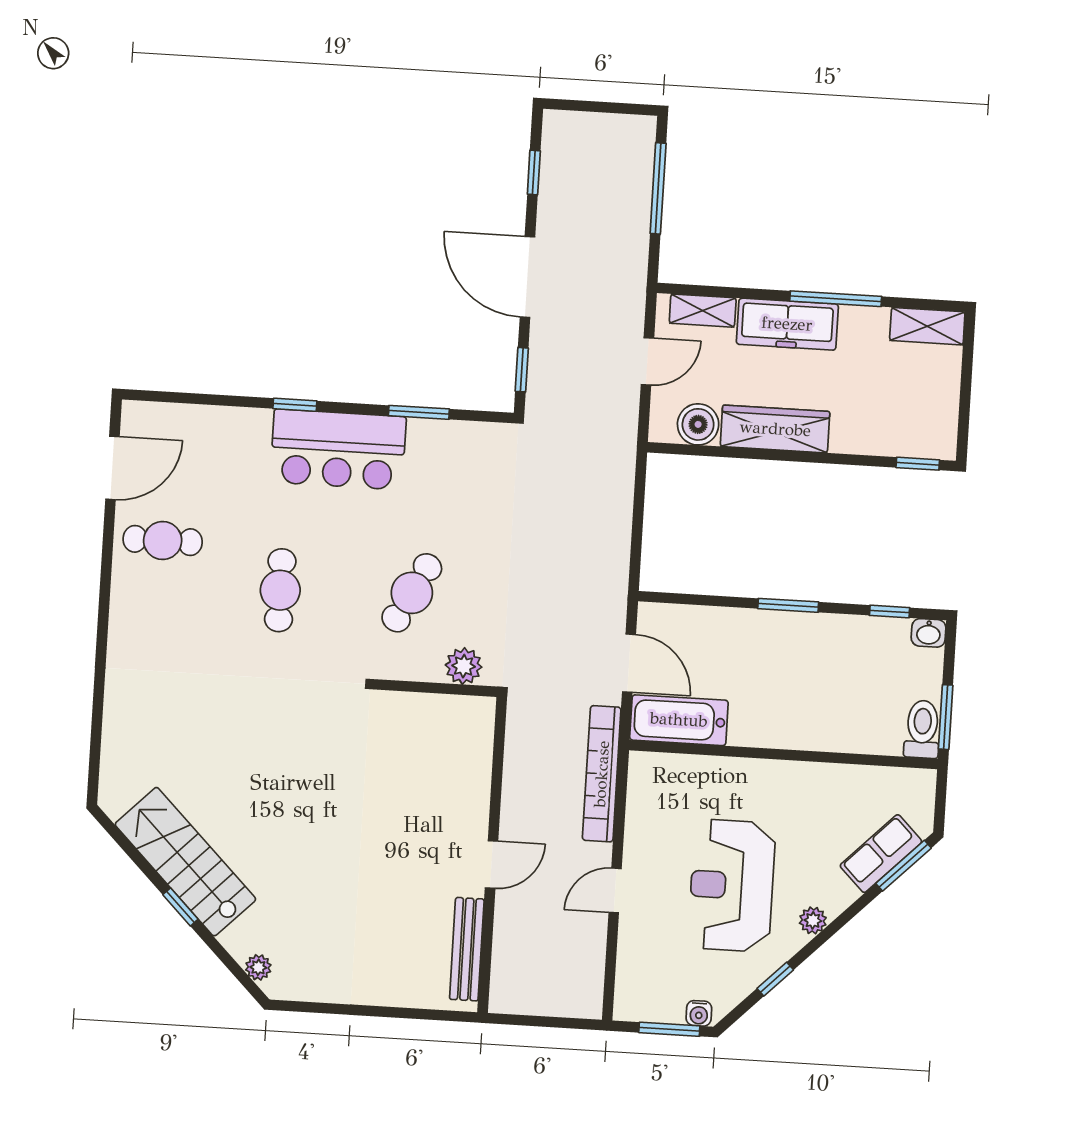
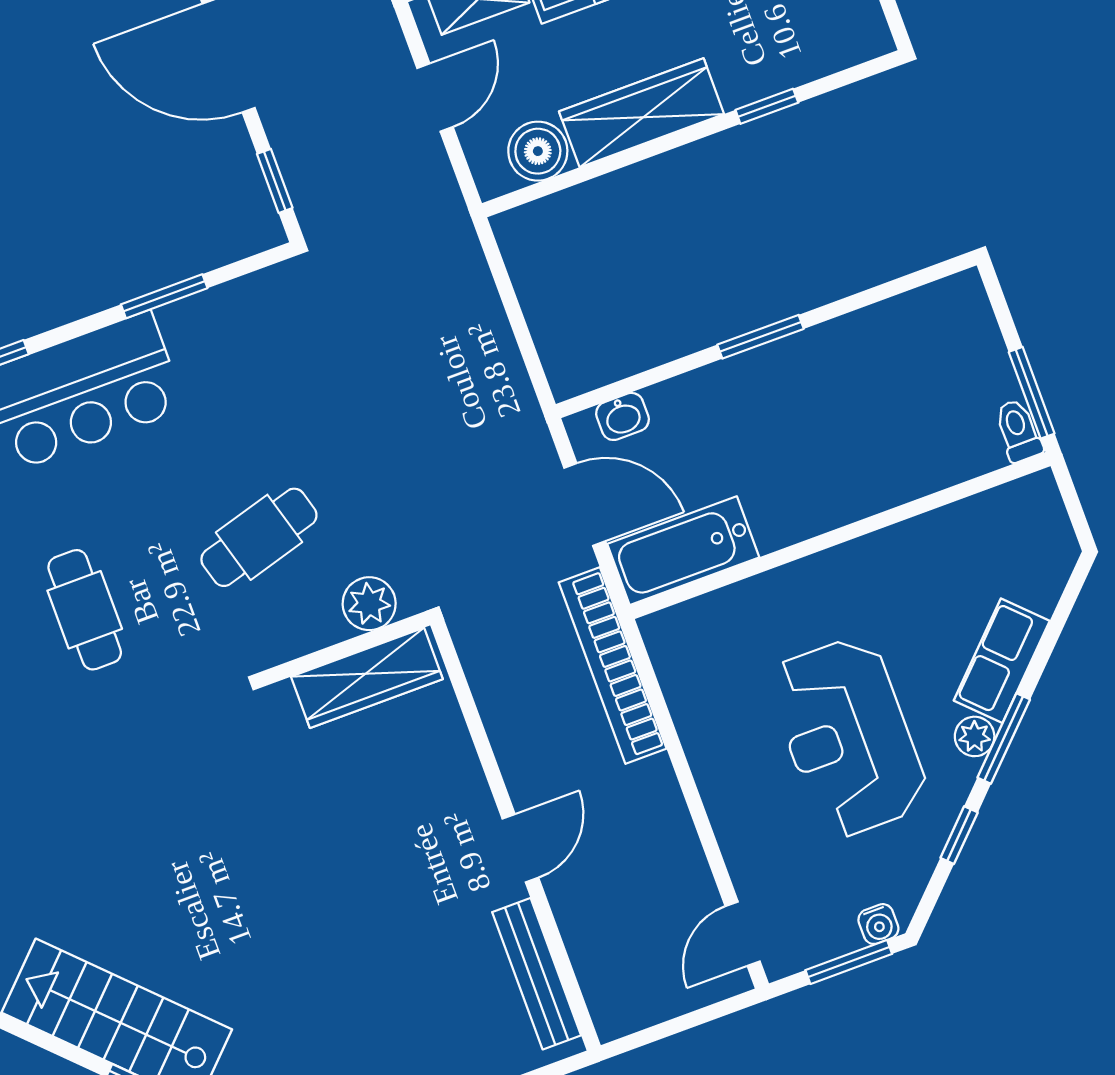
window: (918, 464) -> (767, 106), moved
cafe table: (412, 593) -> (259, 537), turned 46
window: (890, 611) -> (897, 286), removed
washbasin: (929, 633) -> (622, 416), moved
wardrobe: (441, 713) -> (367, 678), added
toilet: (922, 729) -> (1018, 431), width x0.73, depth x0.72
row of seats: (881, 854) -> (1002, 661), moved
window: (903, 866) -> (1004, 739), moved
door: (615, 890) -> (743, 934), moved

